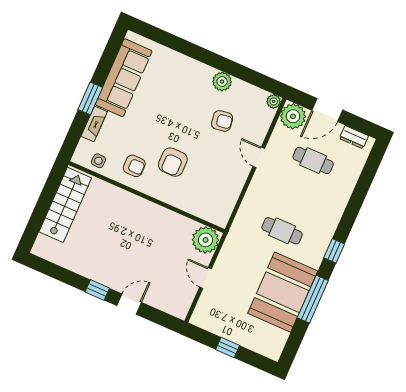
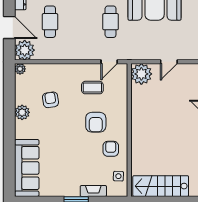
sofa: (124, 78) -> (27, 168), moved, turned 90
door: (259, 157) -> (109, 62), moved
armchair: (173, 162) -> (96, 122), turned 90
coffee table: (215, 176) -> (92, 88), added

